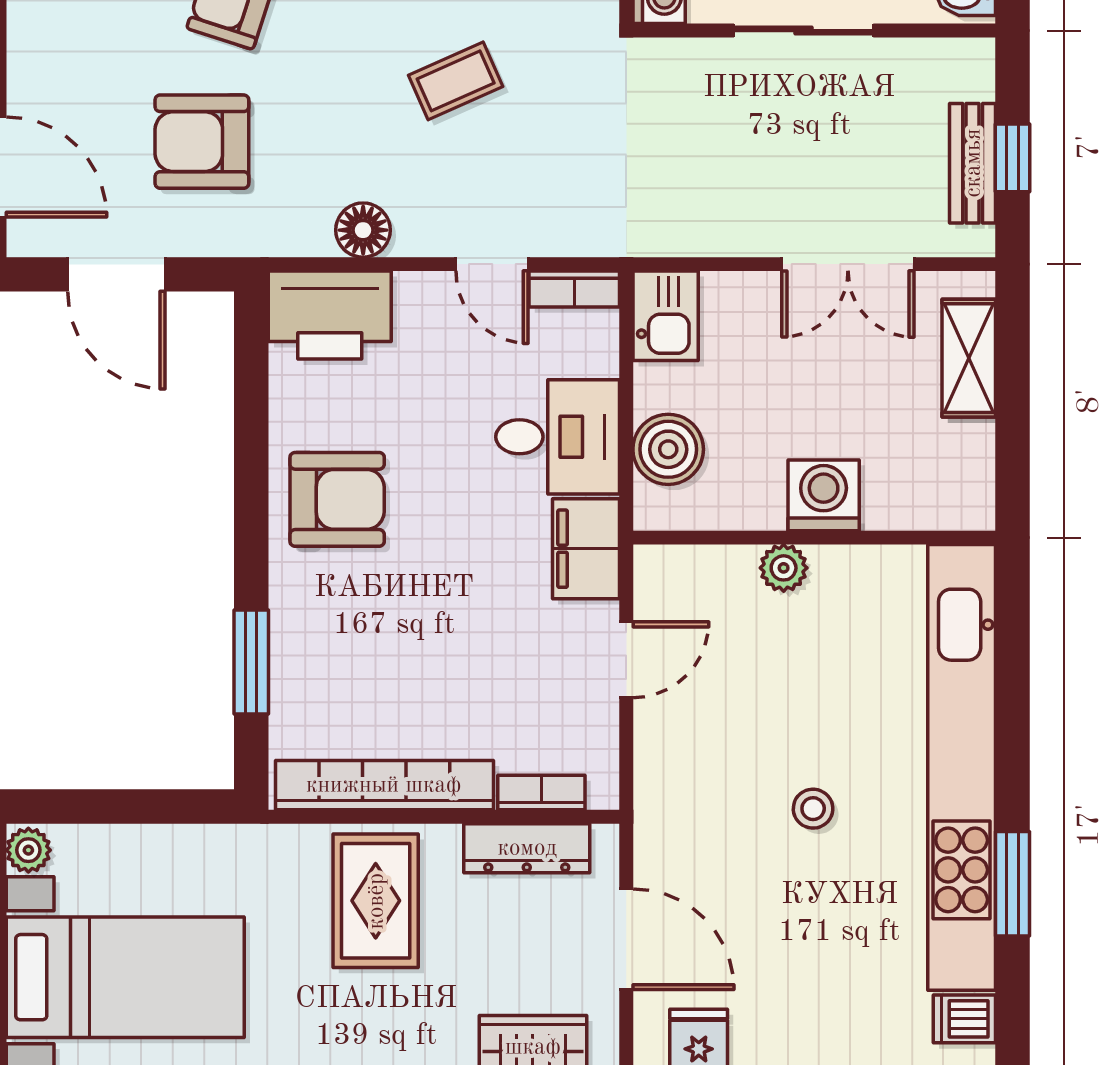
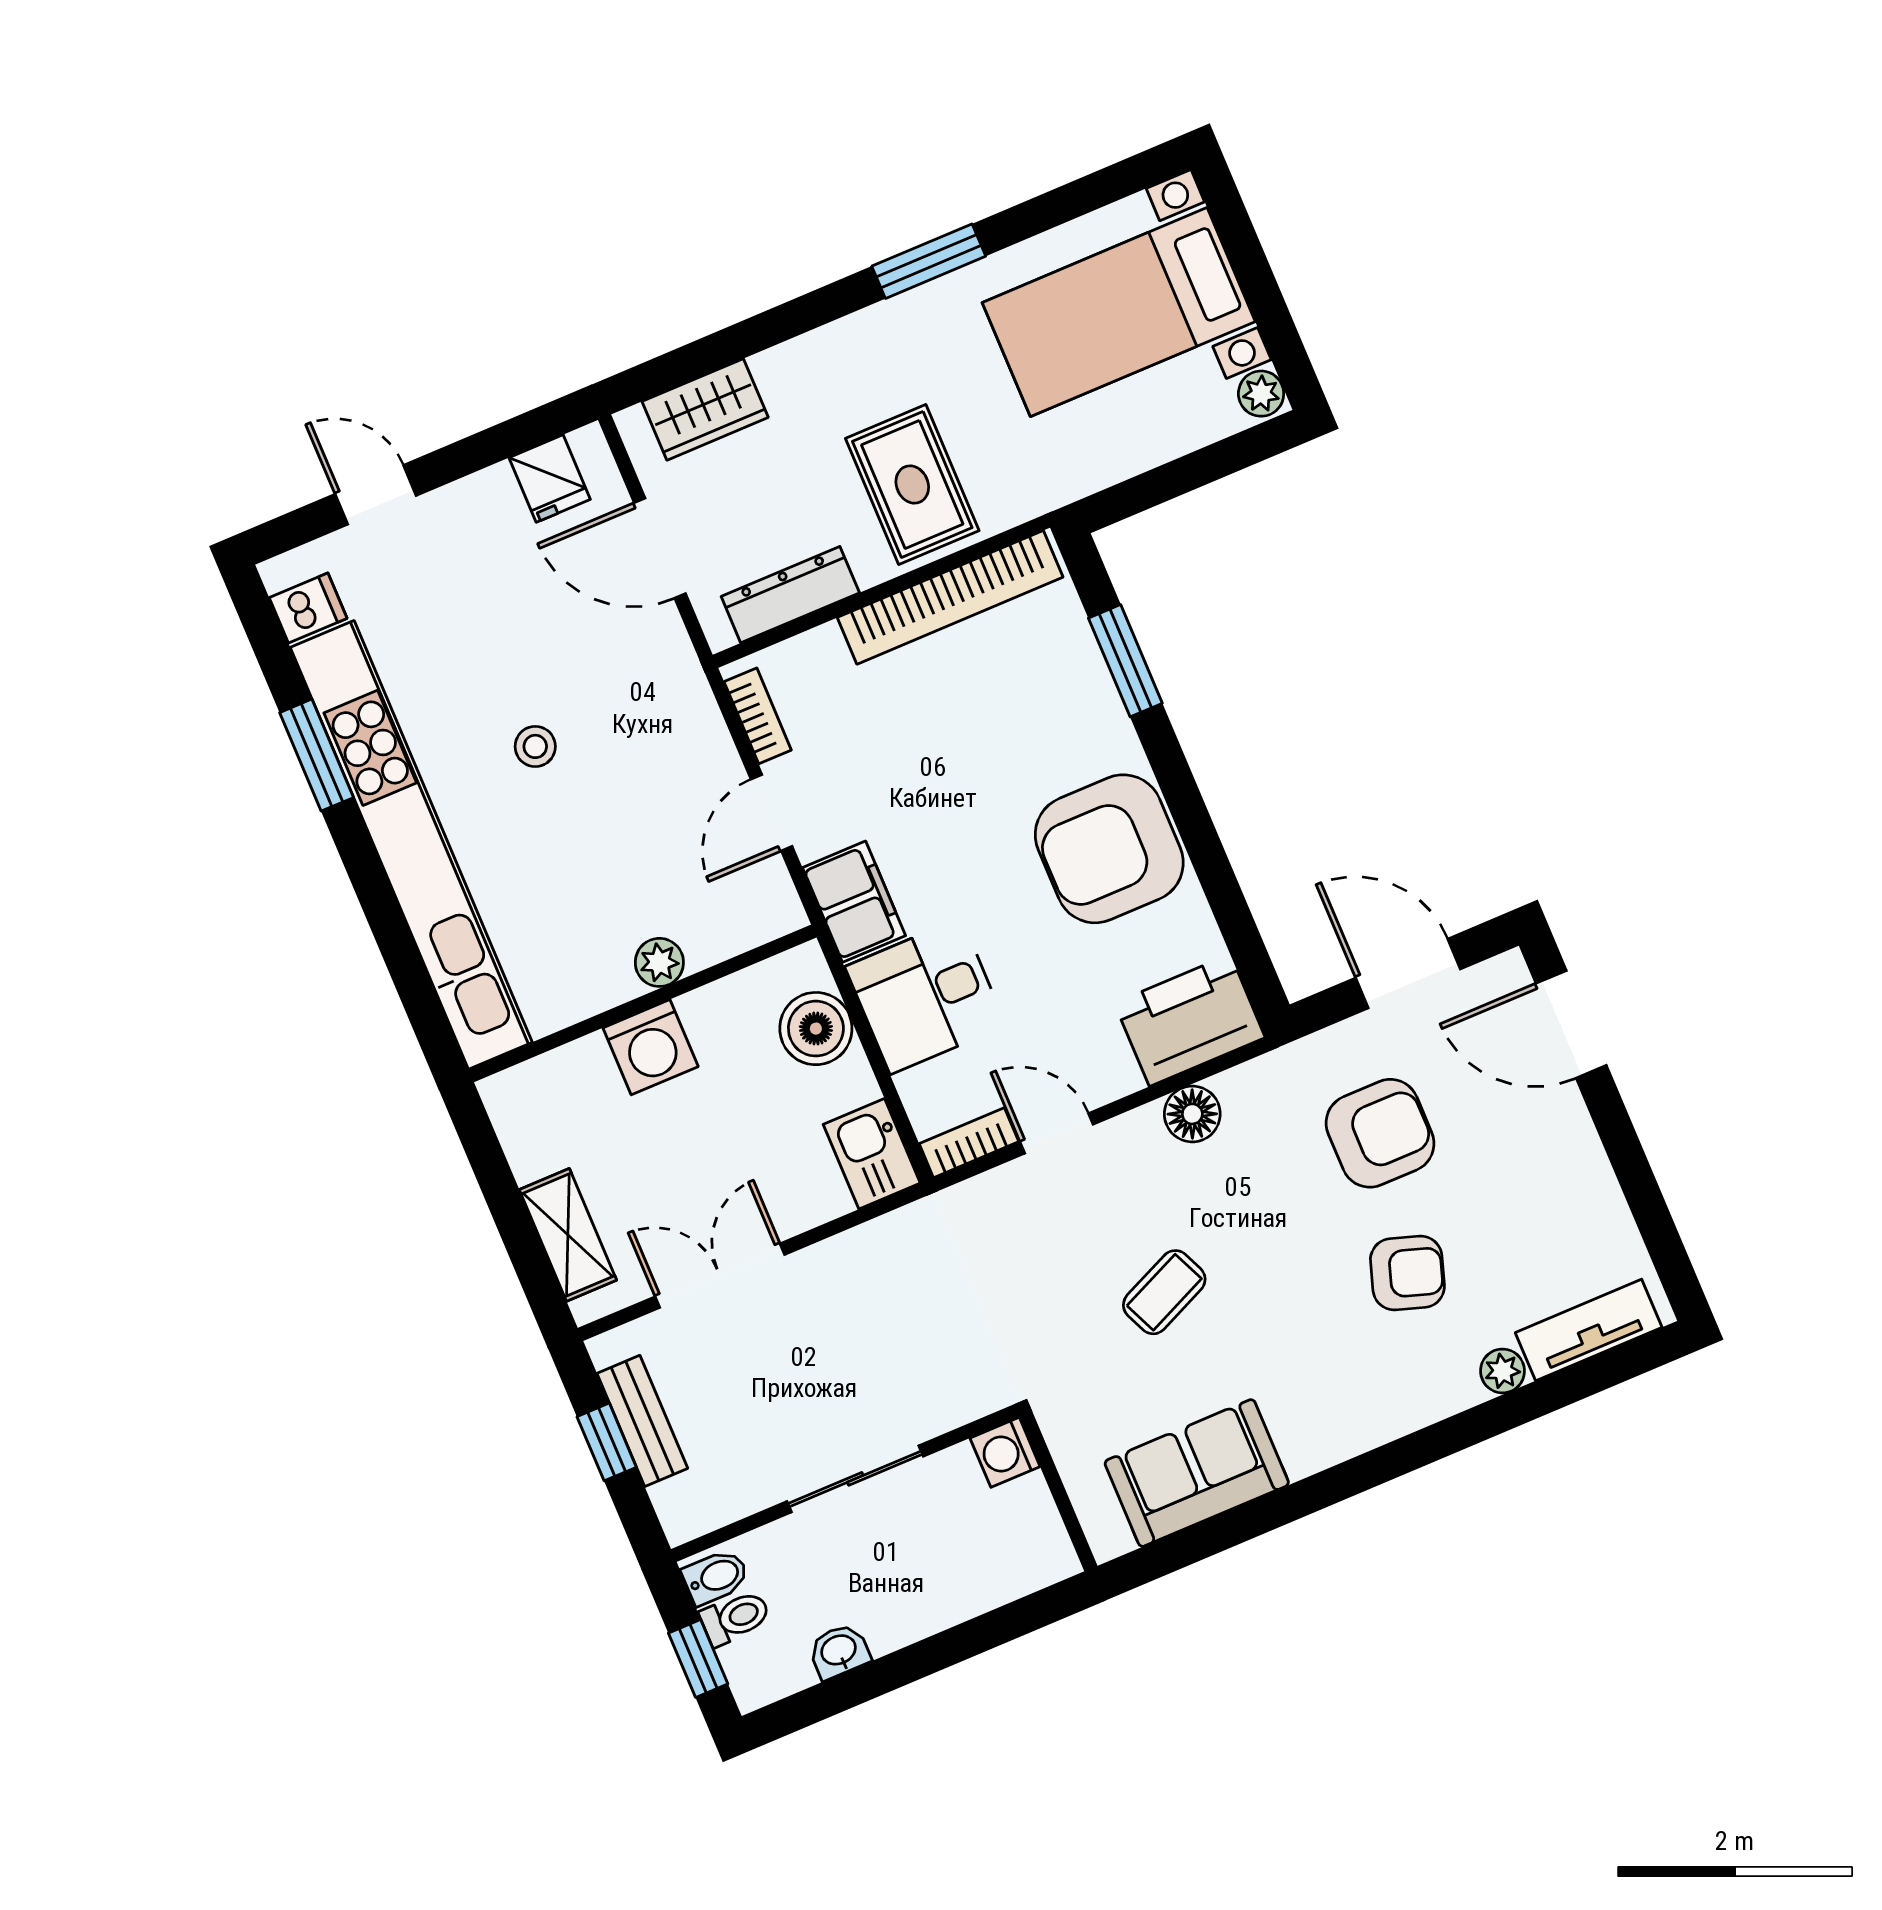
armchair: (337, 499) -> (1109, 849), width x1.36, depth x1.36
bookcase: (541, 793) -> (758, 716), moved, turned -90

